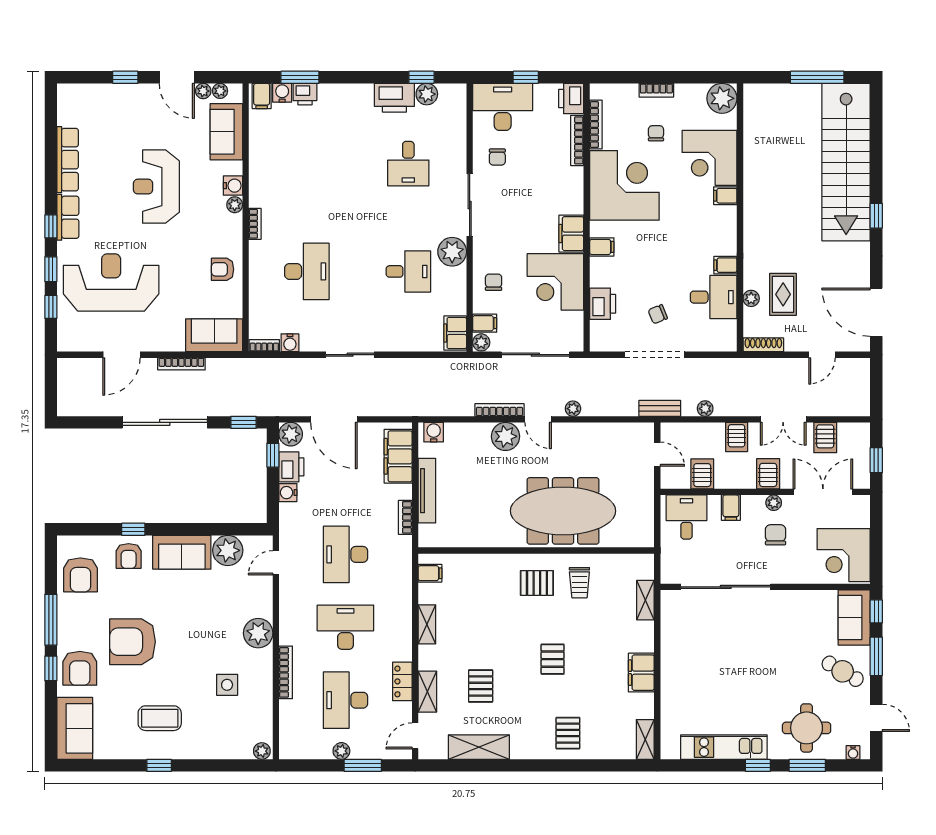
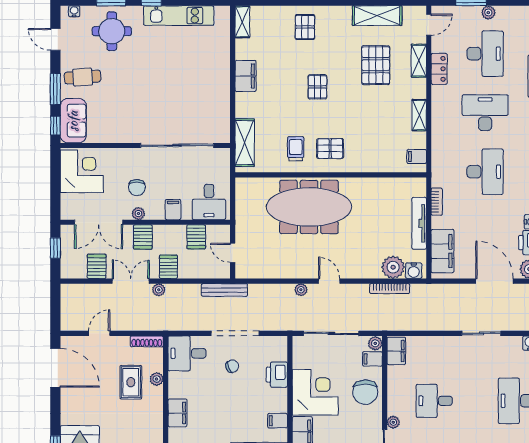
plant: (452, 252) -> (393, 422), width x0.53, depth x0.53
filing cabinet: (725, 265) -> (177, 413), width x2.00
chair: (494, 282) -> (365, 392), width x1.87, depth x1.87
desk: (714, 297) -> (187, 353), moved
bench: (660, 408) -> (224, 290), width x1.36
plant: (705, 409) -> (159, 290), moved
bookcase: (500, 410) -> (390, 289), moved
plant: (506, 436) -> (393, 267), moved
shelving: (645, 600) -> (245, 143), width x1.50, depth x1.33
desk: (345, 627) -> (485, 113), turned 180
cafe table: (843, 671) -> (83, 77), turned -34
pallet: (481, 686) -> (376, 65), width x1.50, depth x1.42

